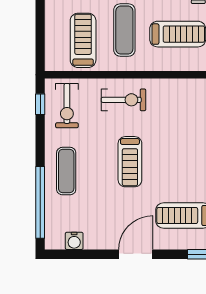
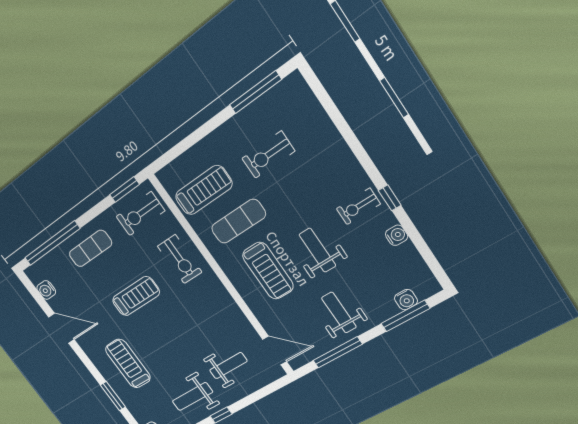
window: (40, 104) -> (124, 189), width x1.50
treadmill: (130, 162) -> (136, 296), turned 180
door: (136, 254) -> (61, 328), moved

